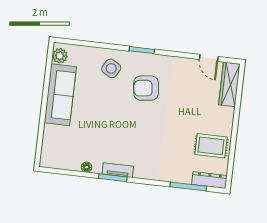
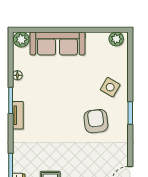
sofa: (60, 95) -> (57, 43), moved
plant: (48, 158) -> (21, 39), added
tv unit: (118, 170) -> (18, 115), moved

